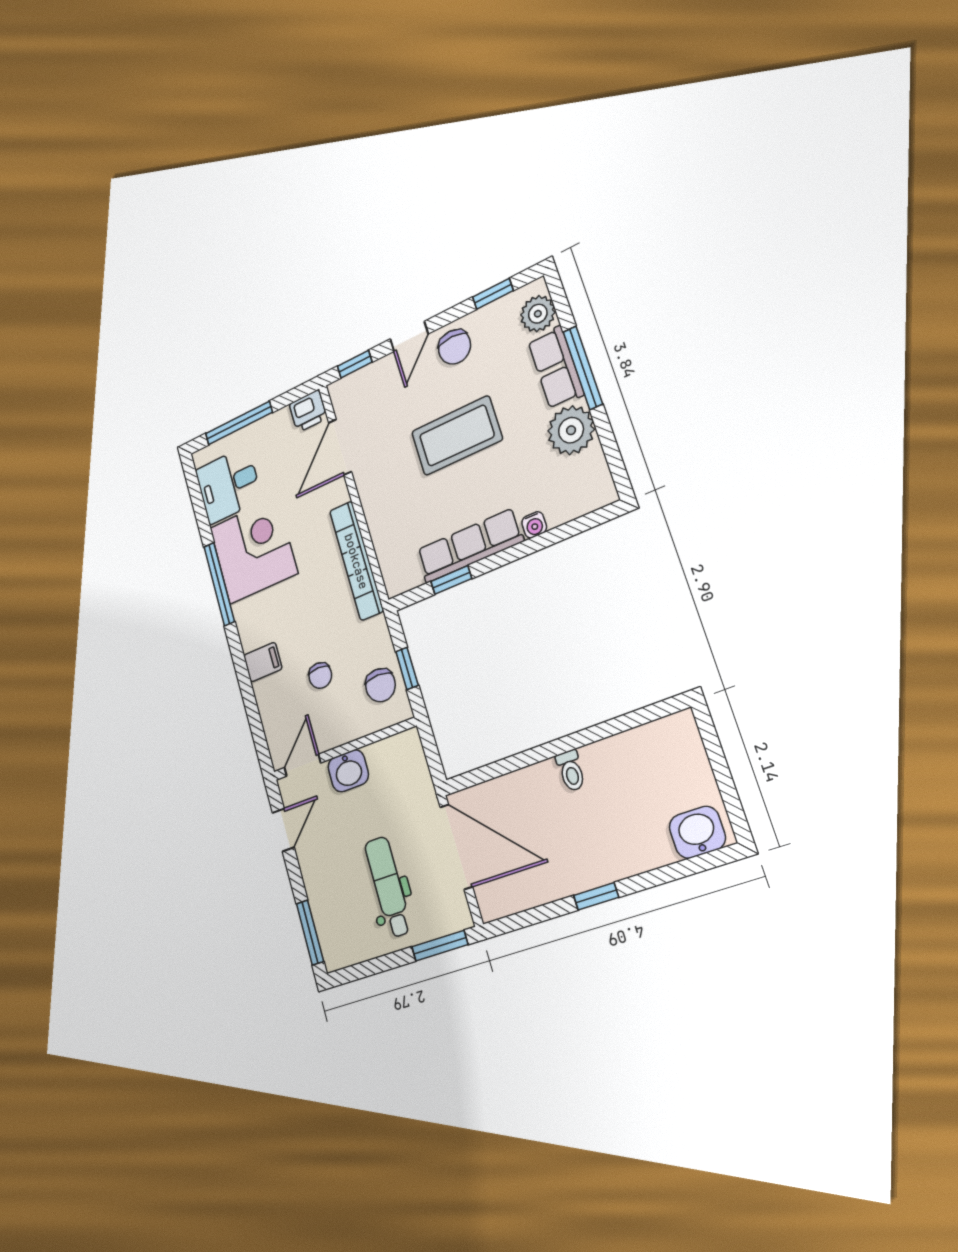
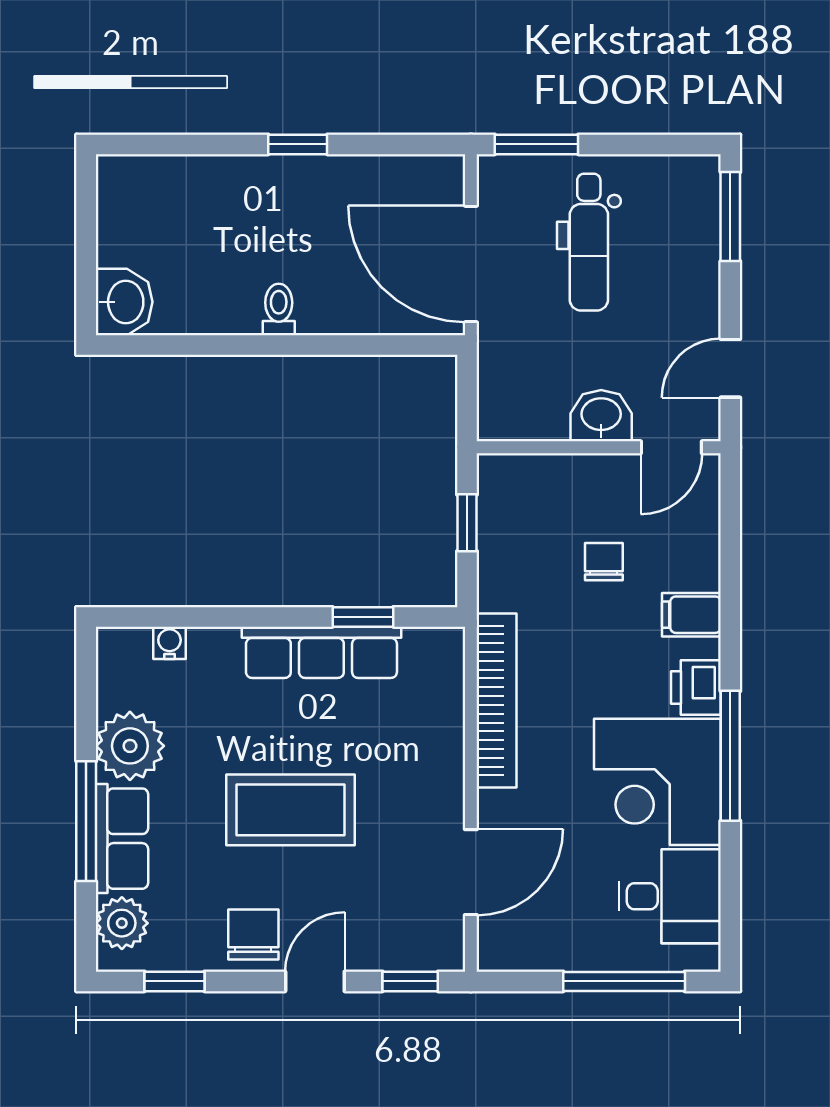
printer: (308, 411) -> (696, 688), moved, turned -90
water cooler: (534, 525) -> (169, 643), moved
chair: (380, 685) -> (514, 515), removed
washbasin: (697, 832) -> (124, 302), moved, turned -90

